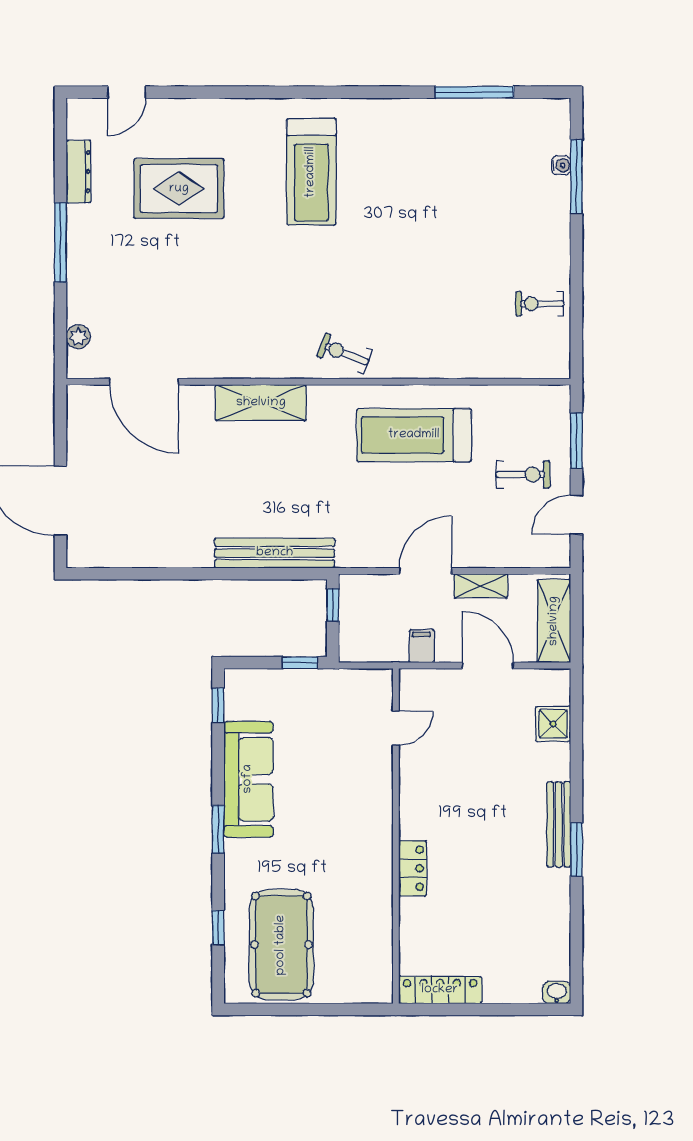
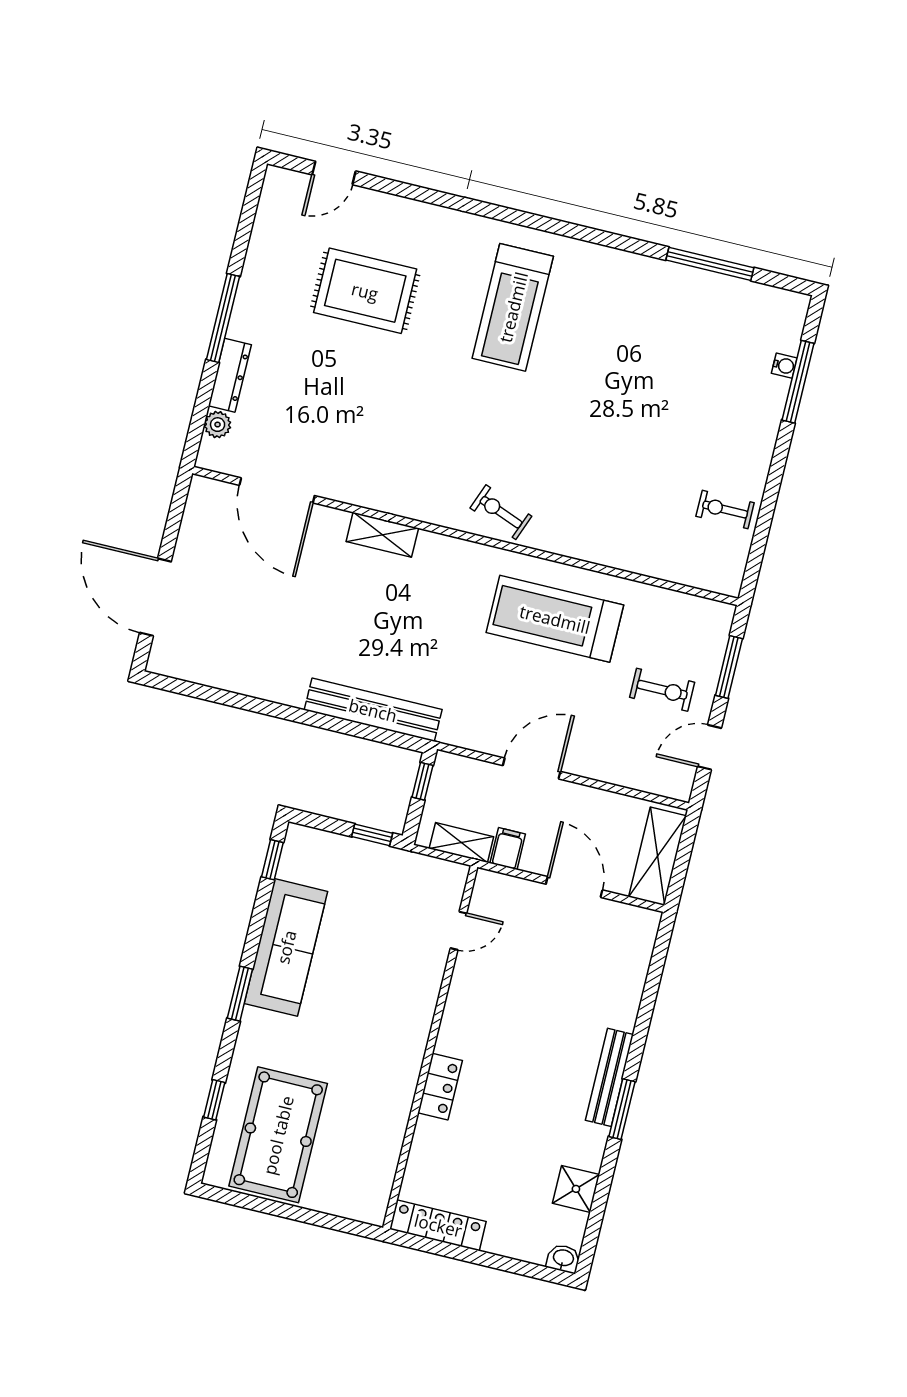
dresser: (79, 172) -> (230, 375), moved
shelving: (261, 403) -> (382, 535), width x0.67, depth x0.75
shelving: (481, 586) -> (461, 843), moved
shower: (553, 724) -> (576, 1189), moved

